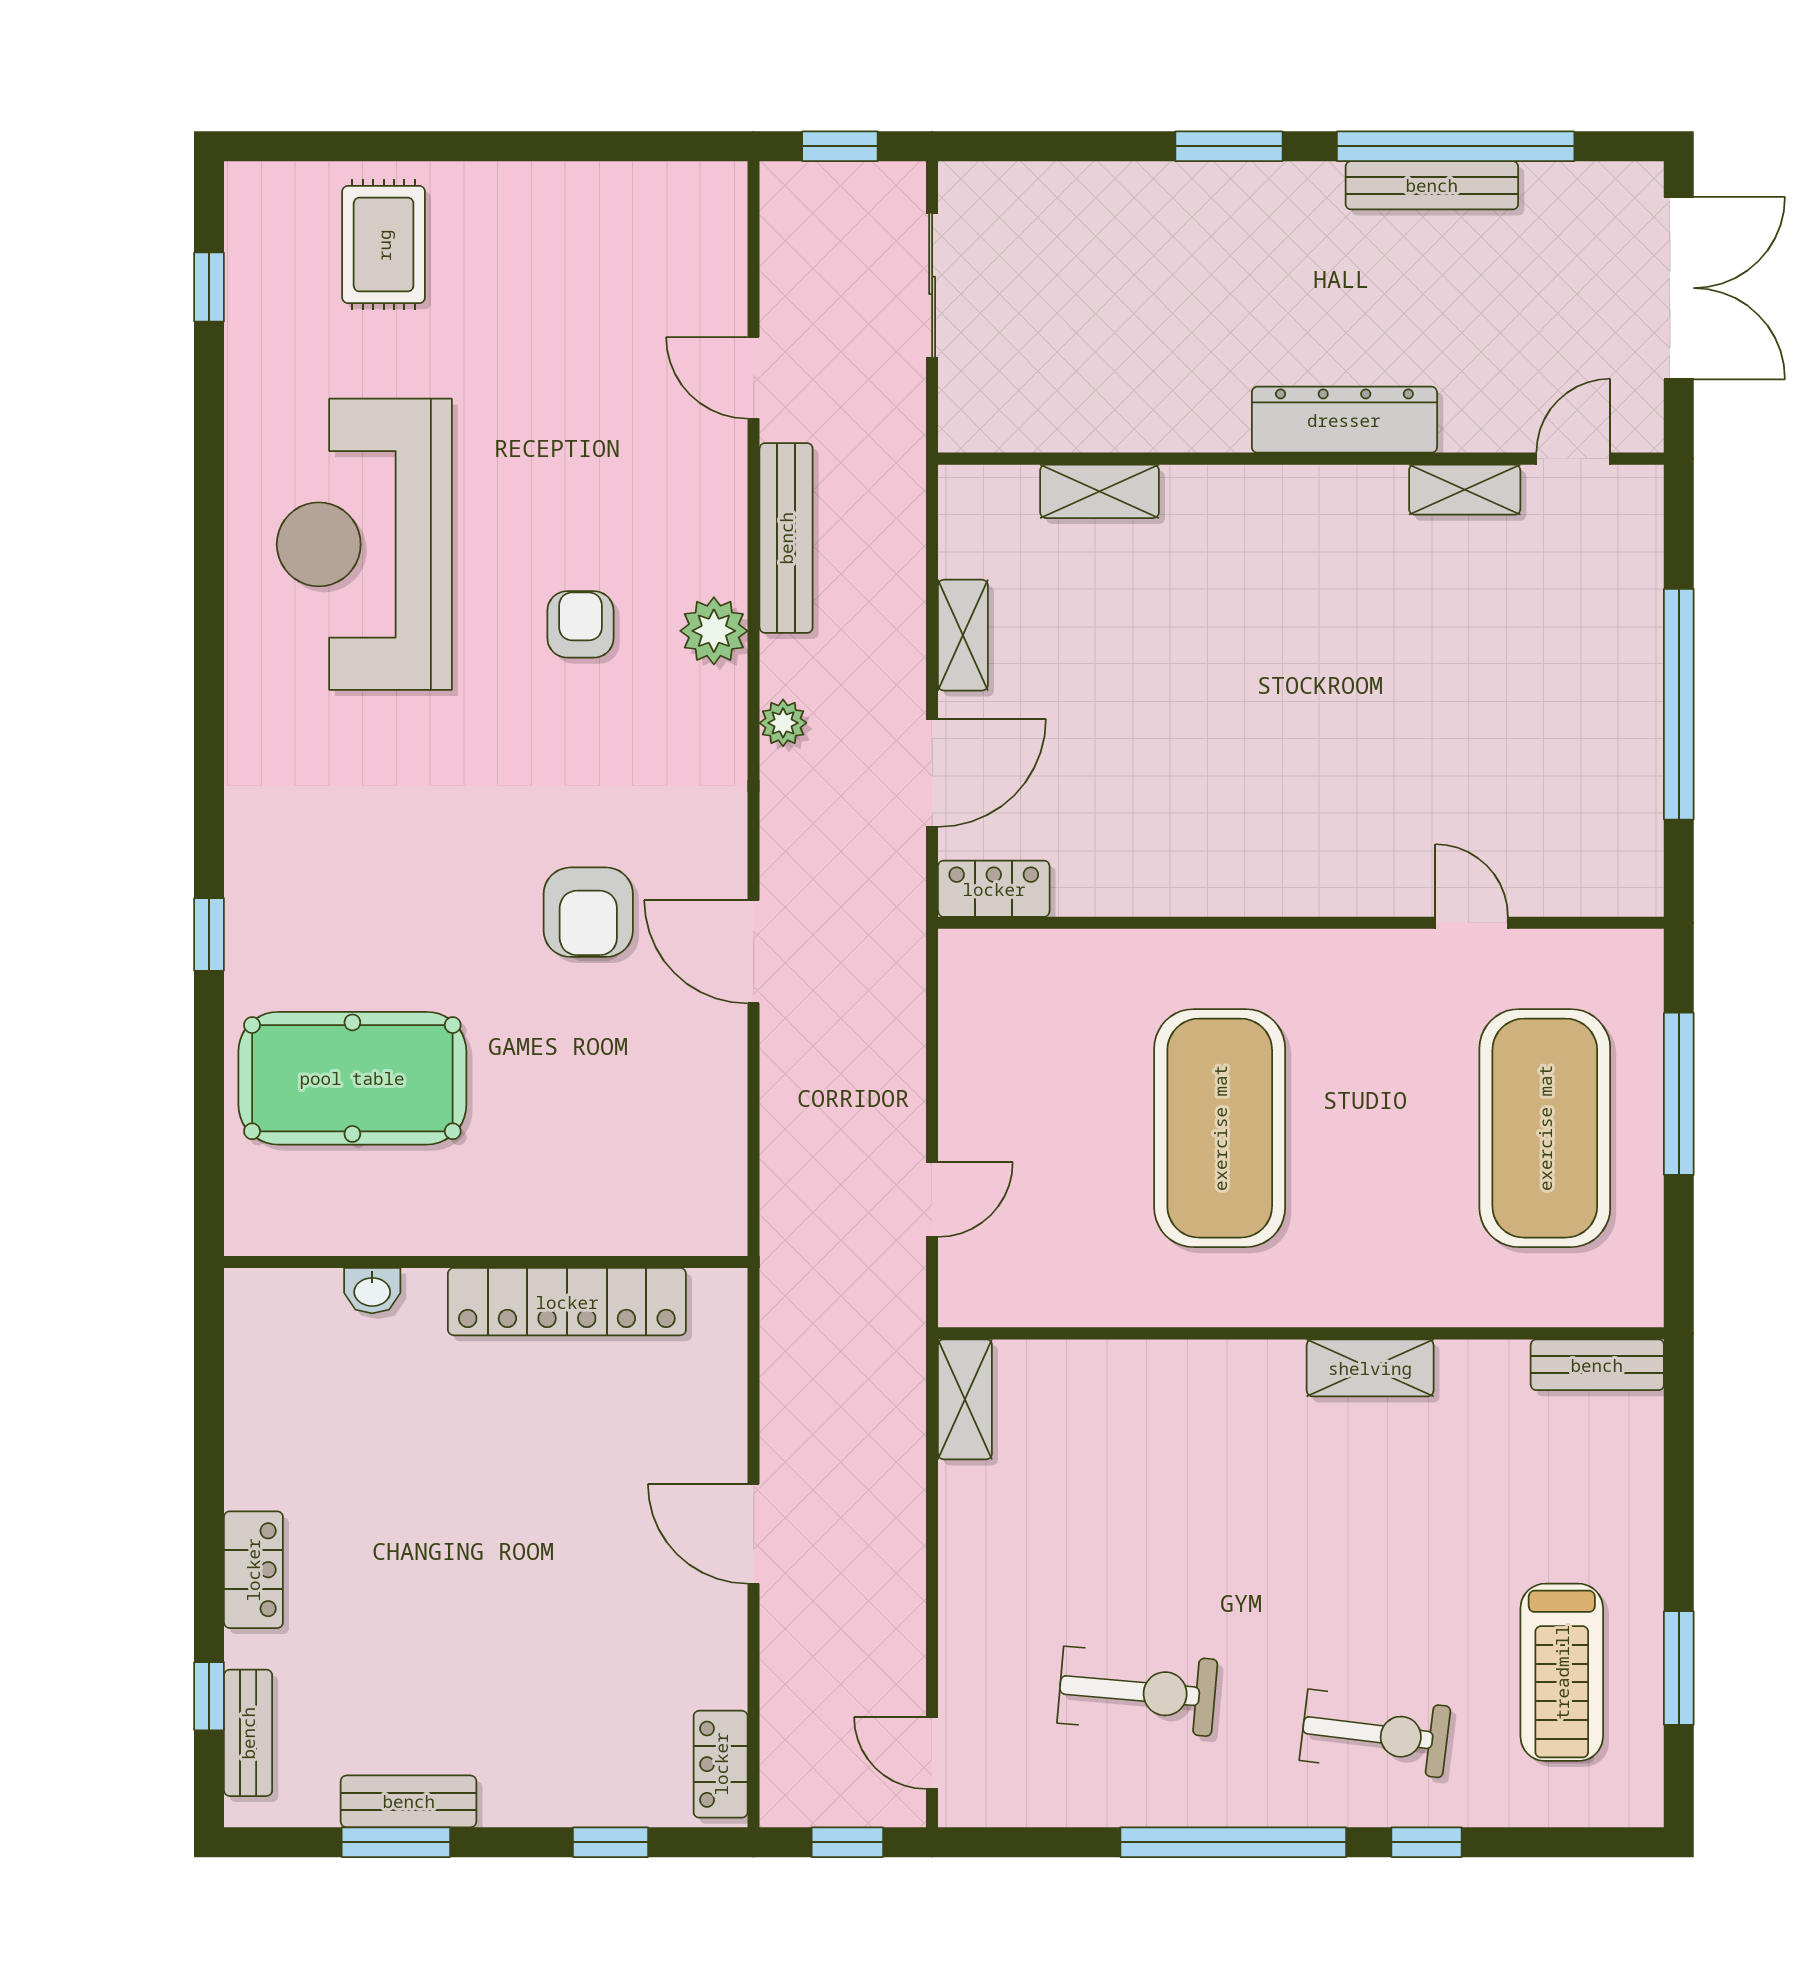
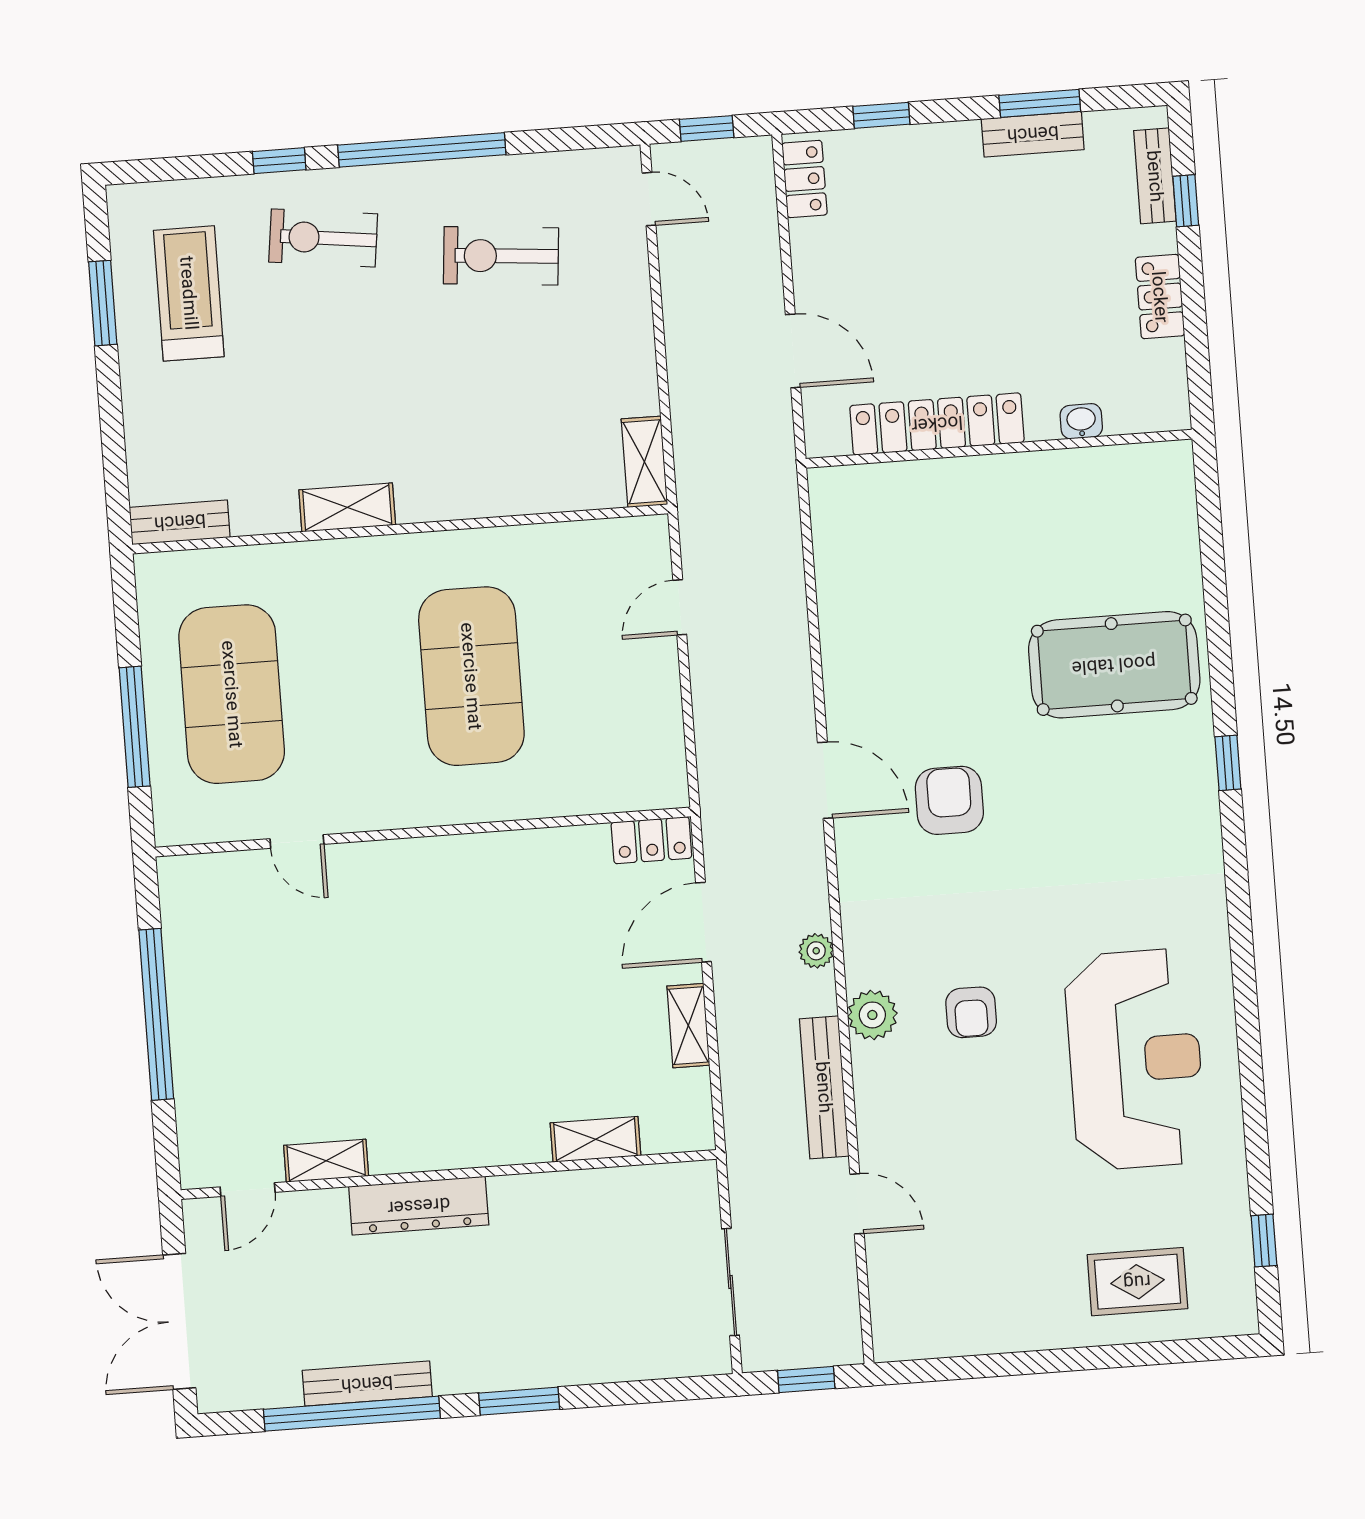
rug: (384, 245) -> (1137, 1282), turned 90
wall: (486, 1262) -> (999, 449), moved
washbasin: (372, 1291) -> (1081, 421), moved
locker: (567, 1302) -> (937, 424), moved

